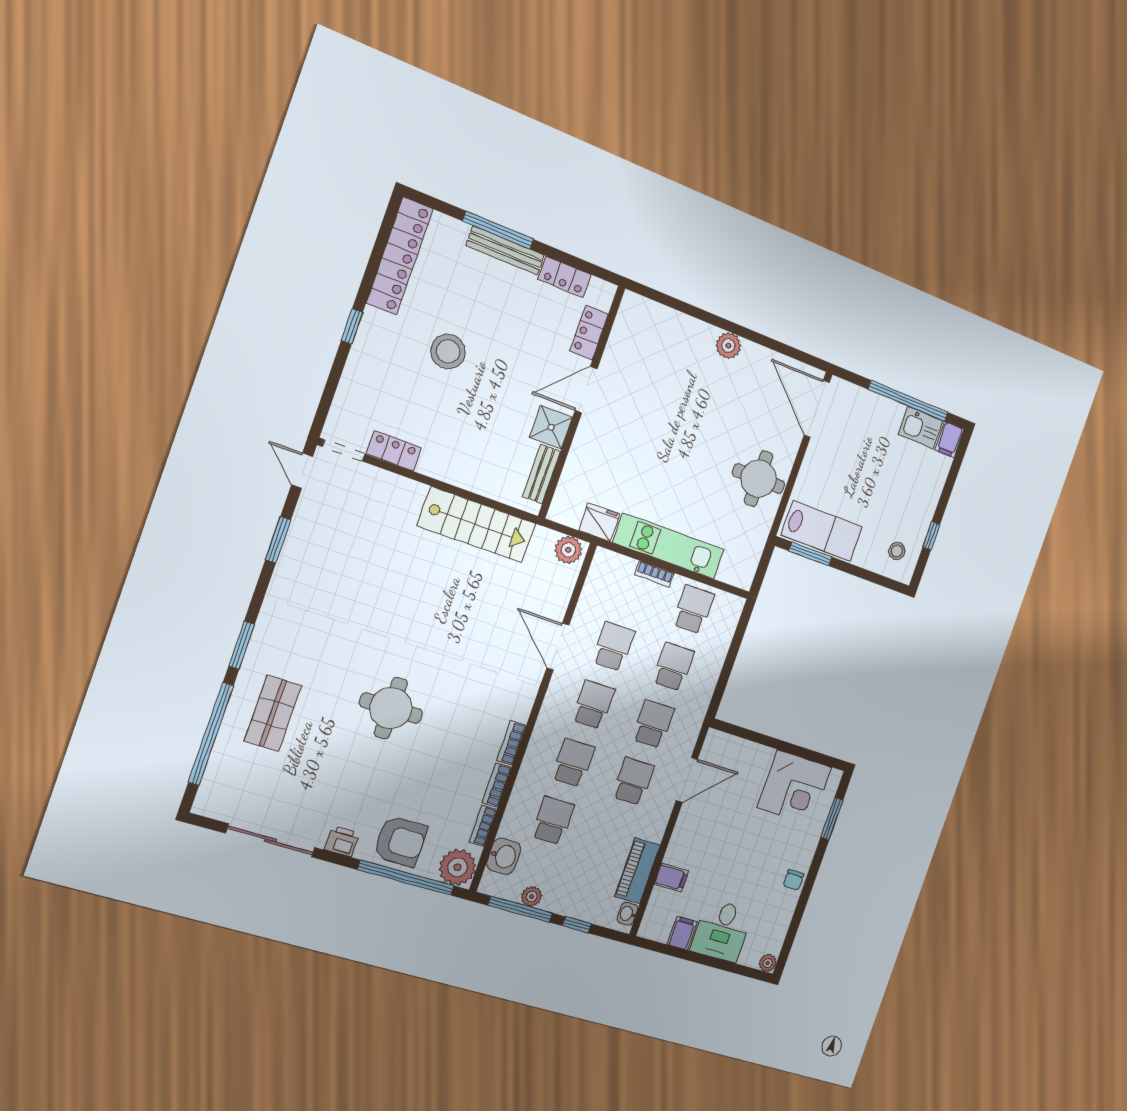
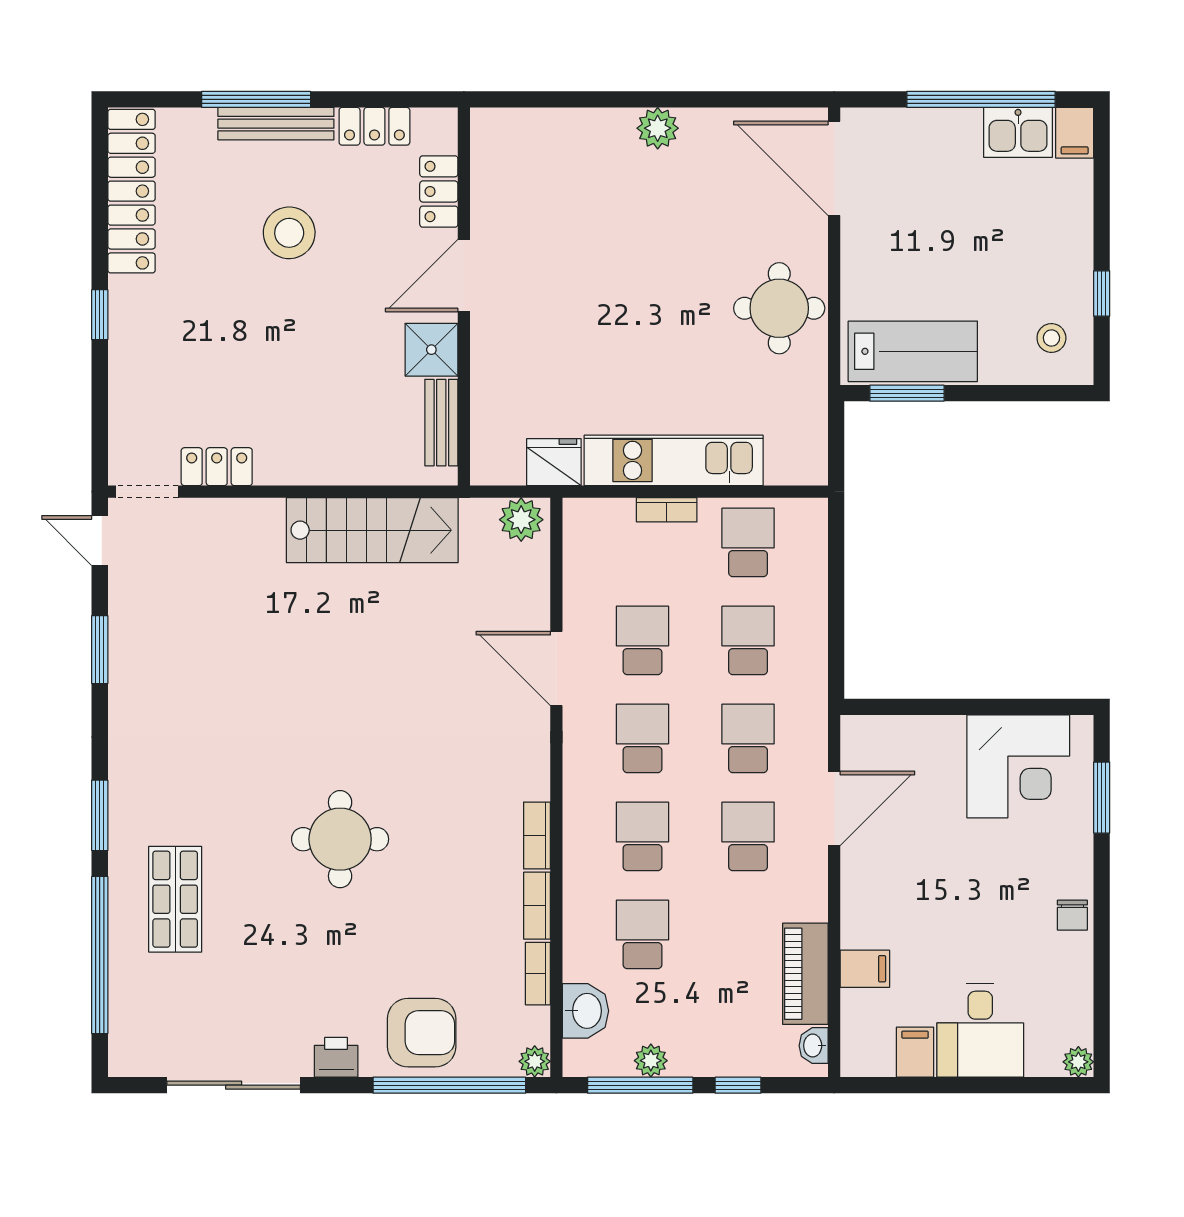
stool: (448, 351) -> (289, 233), moved
plant: (458, 867) -> (535, 1061), width x0.53, depth x0.53

